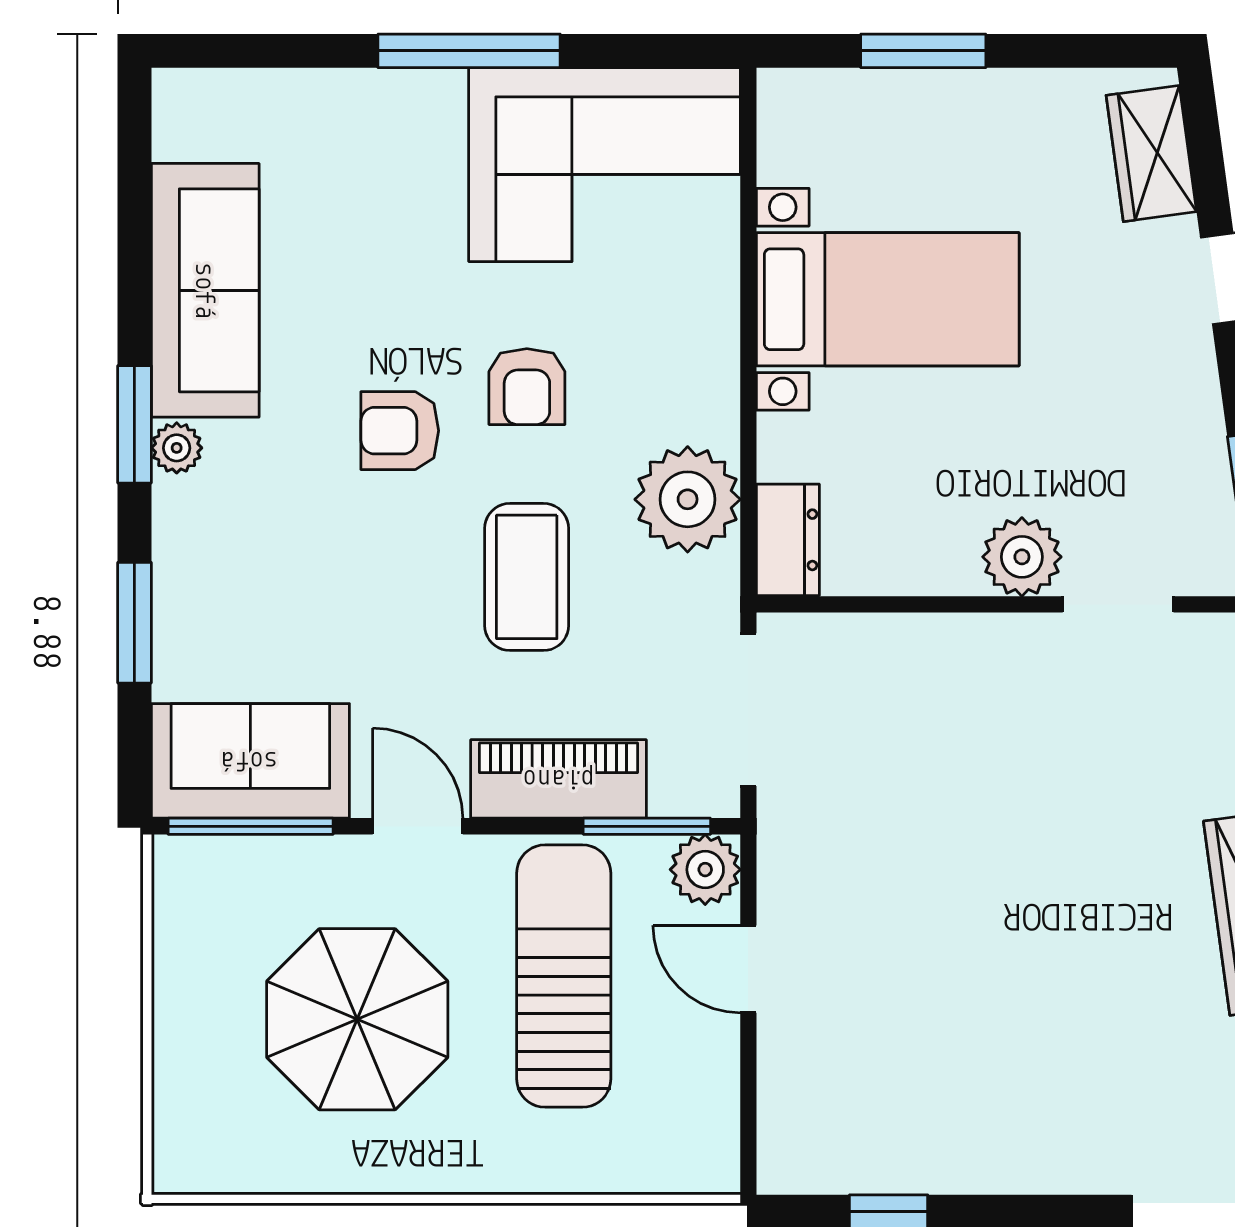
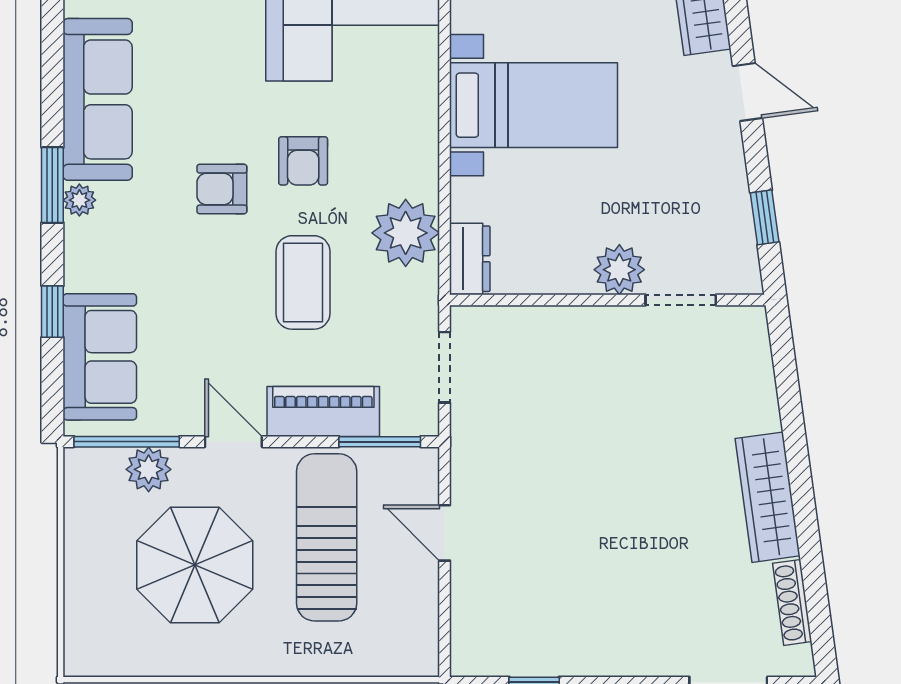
window: (134, 623) -> (52, 312), width x0.67
doorway: (748, 710) -> (445, 367), width x0.73
sofa: (250, 761) -> (100, 357), moved, turned 90
plant: (705, 870) -> (149, 469), moved

